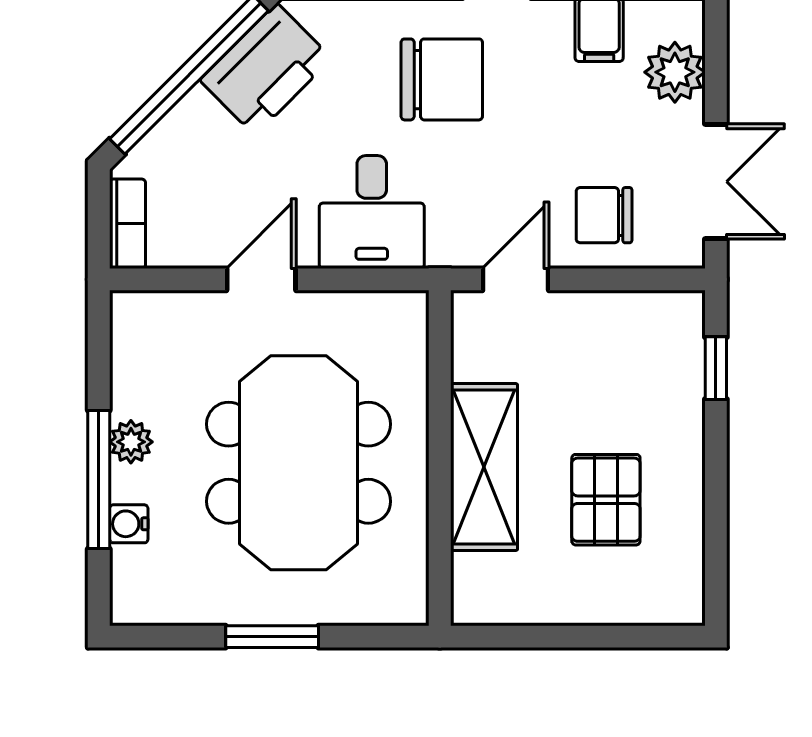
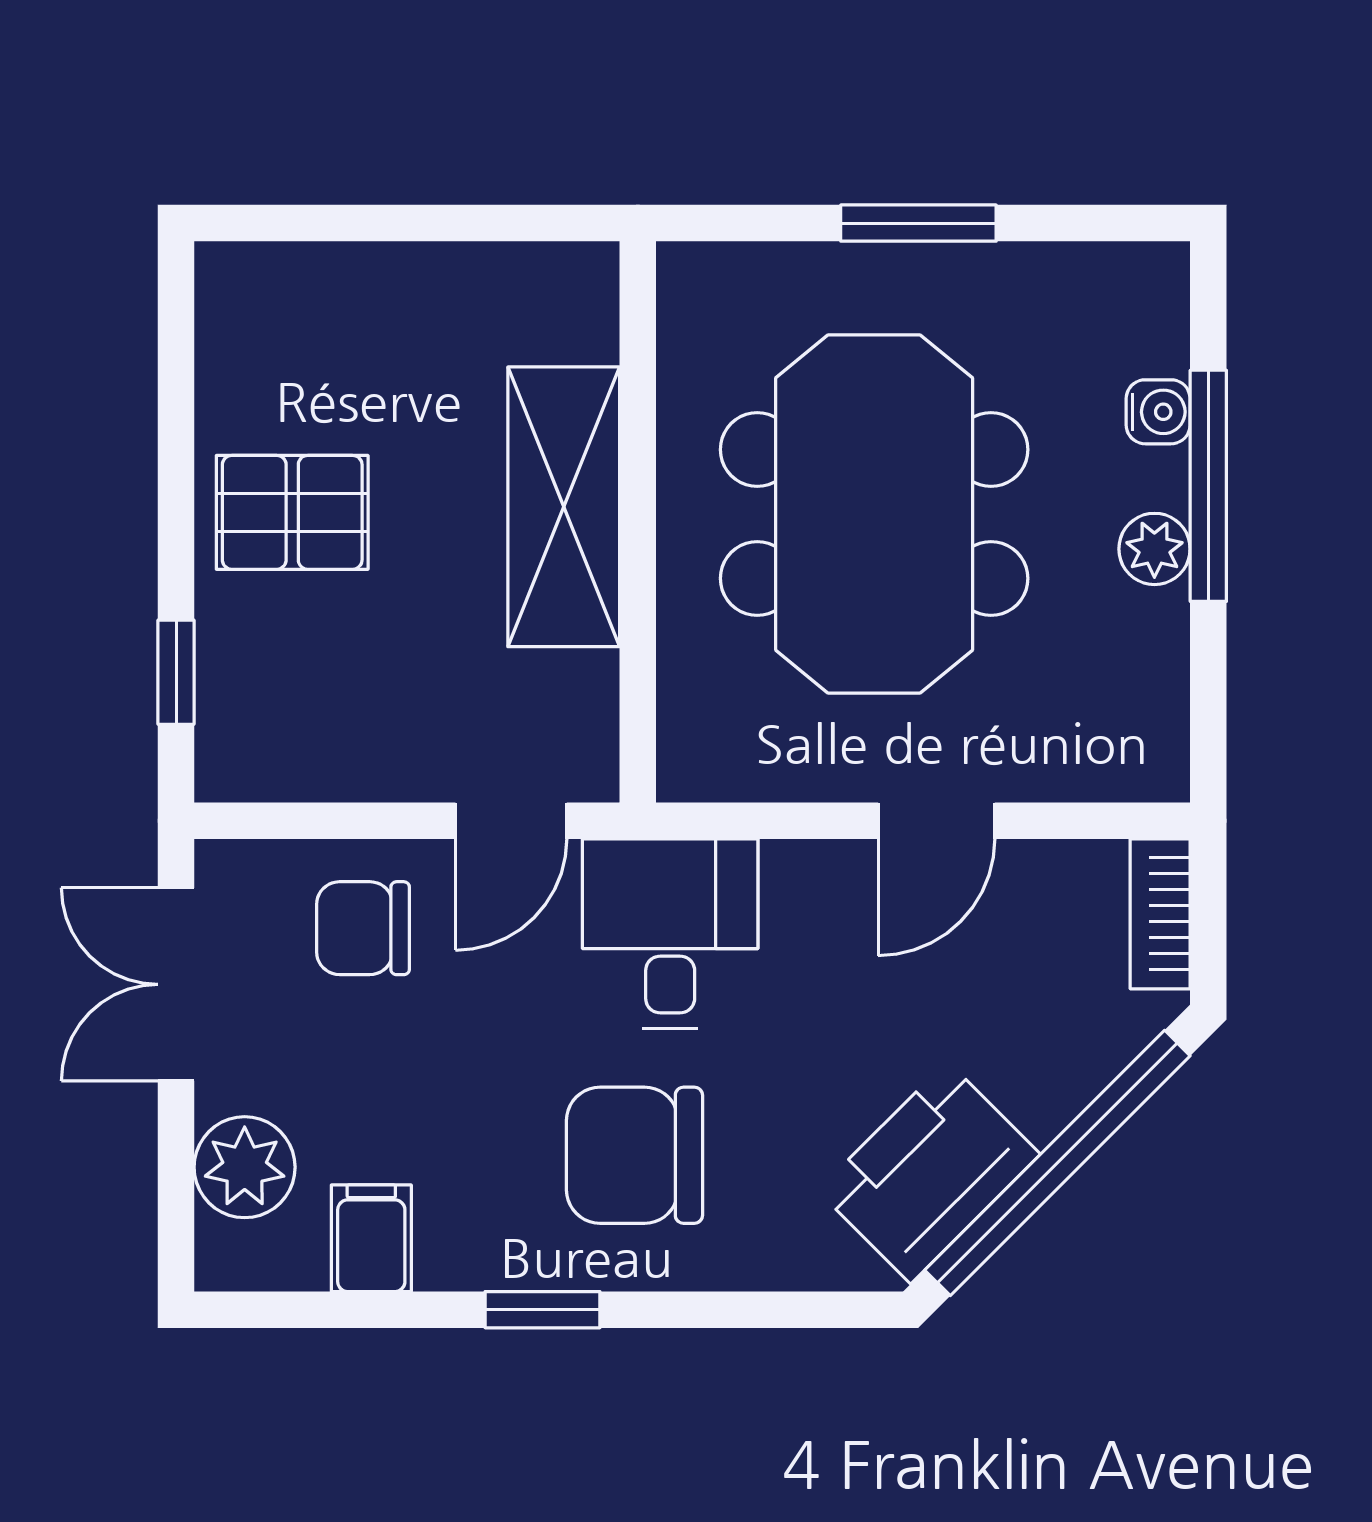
desk: (372, 212) -> (670, 933), moved
chair: (604, 215) -> (363, 928), turned 180
pallet: (606, 500) -> (292, 512), moved, turned 90

